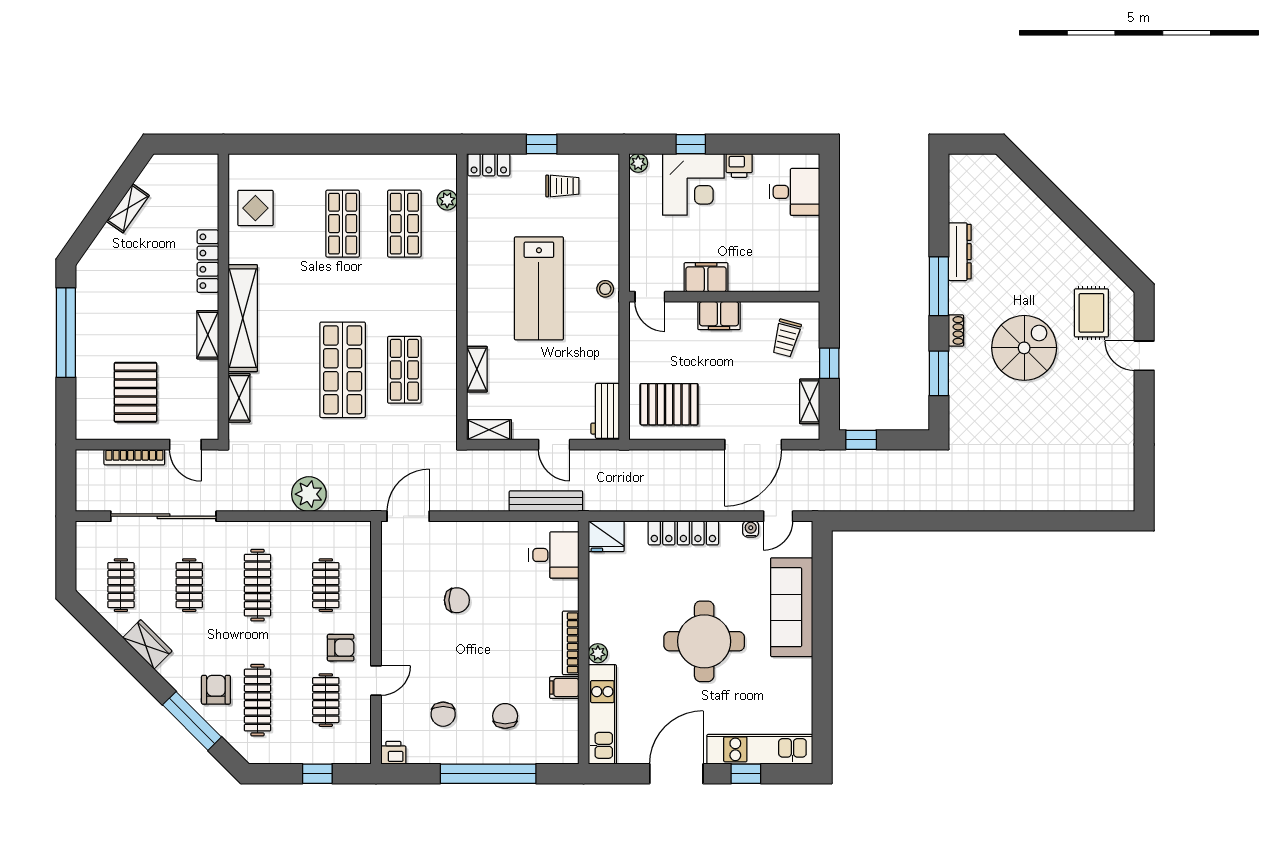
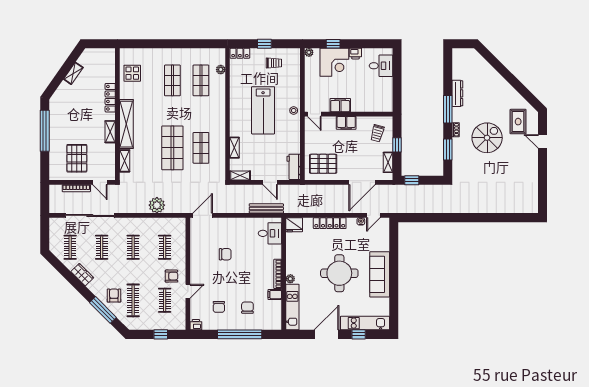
clothes rail: (258, 585) -> (133, 247), width x0.73
sofa: (792, 607) -> (380, 274), moved

